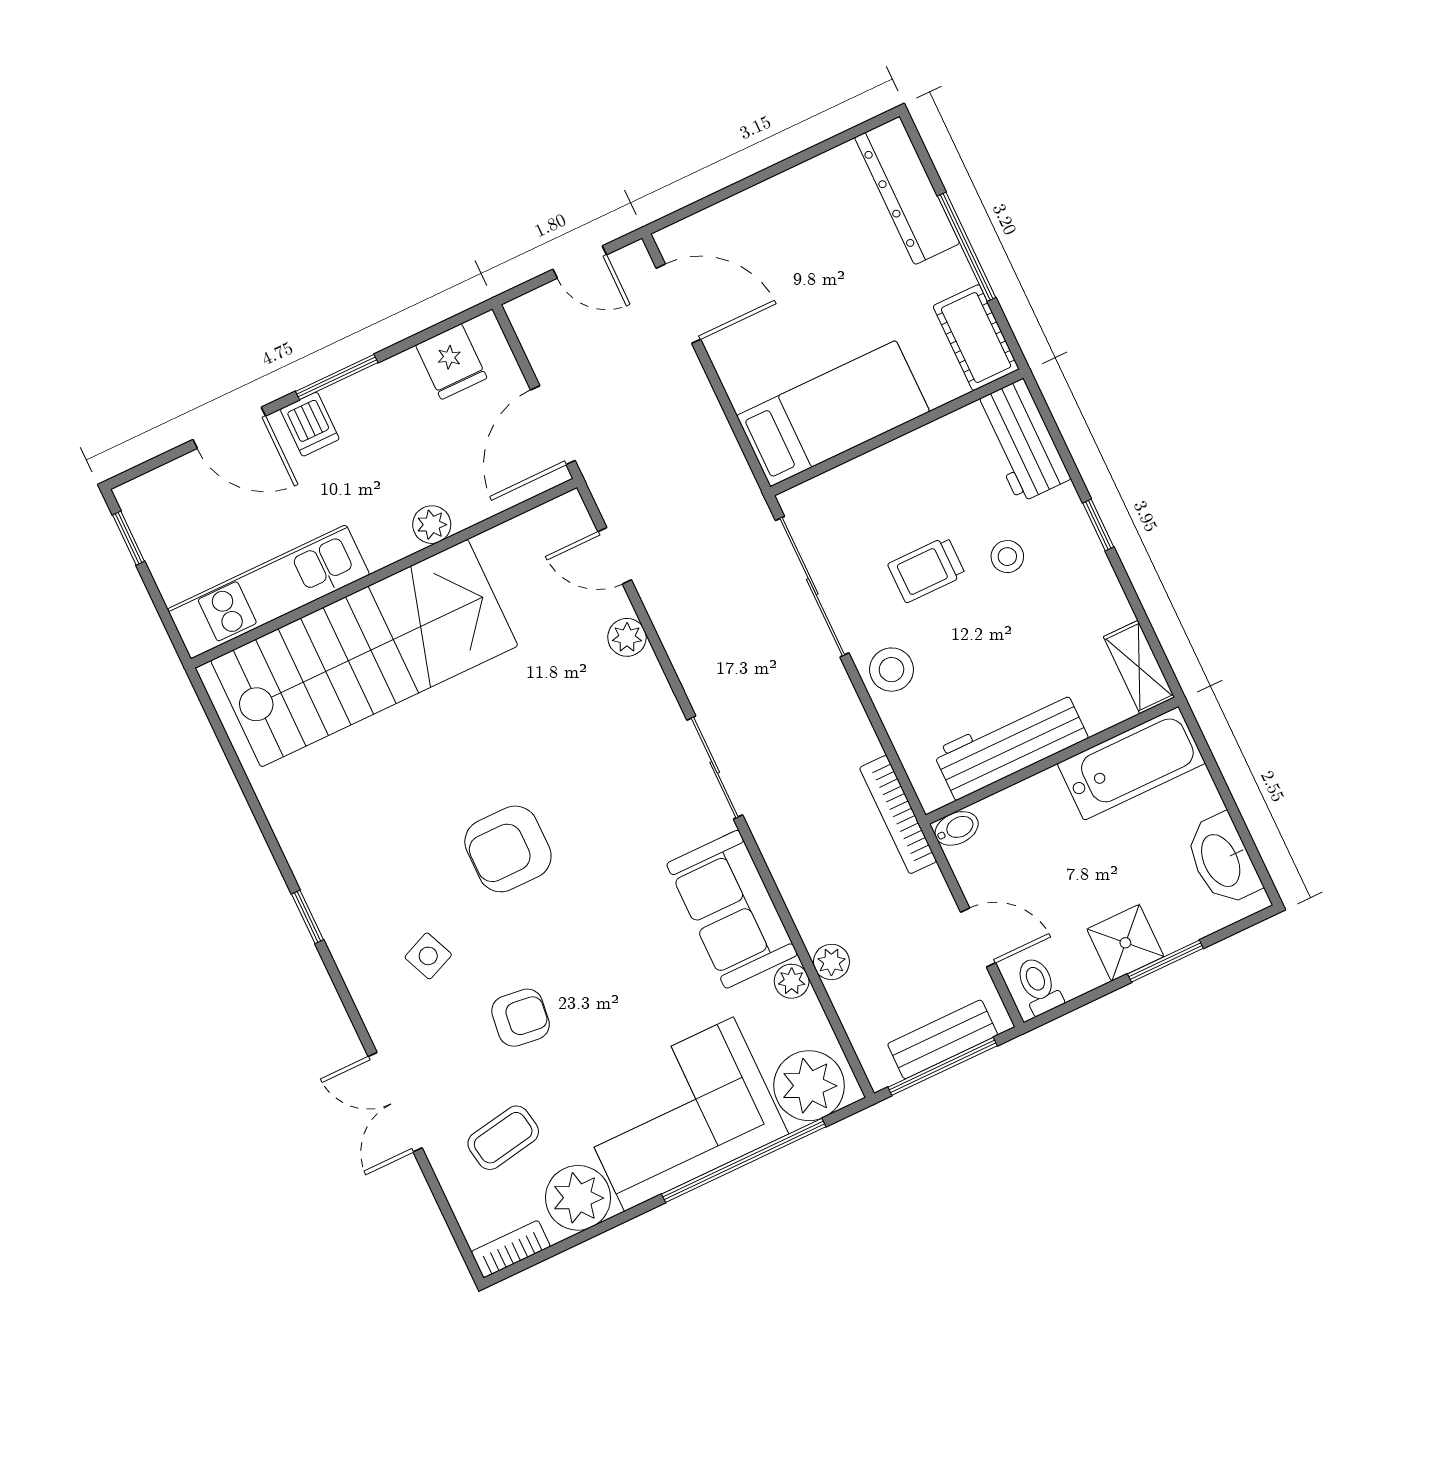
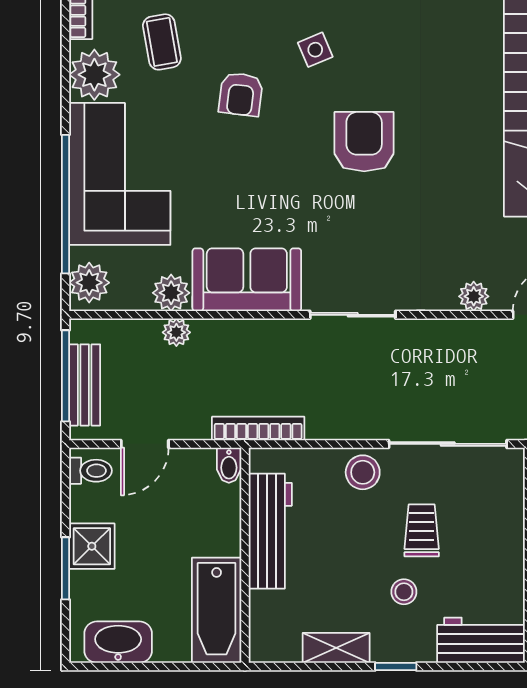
shelving: (1139, 667) -> (336, 648), moved
plant: (792, 981) -> (171, 293), width x1.38, depth x1.38
plant: (809, 1086) -> (89, 283), width x0.73, depth x0.73

